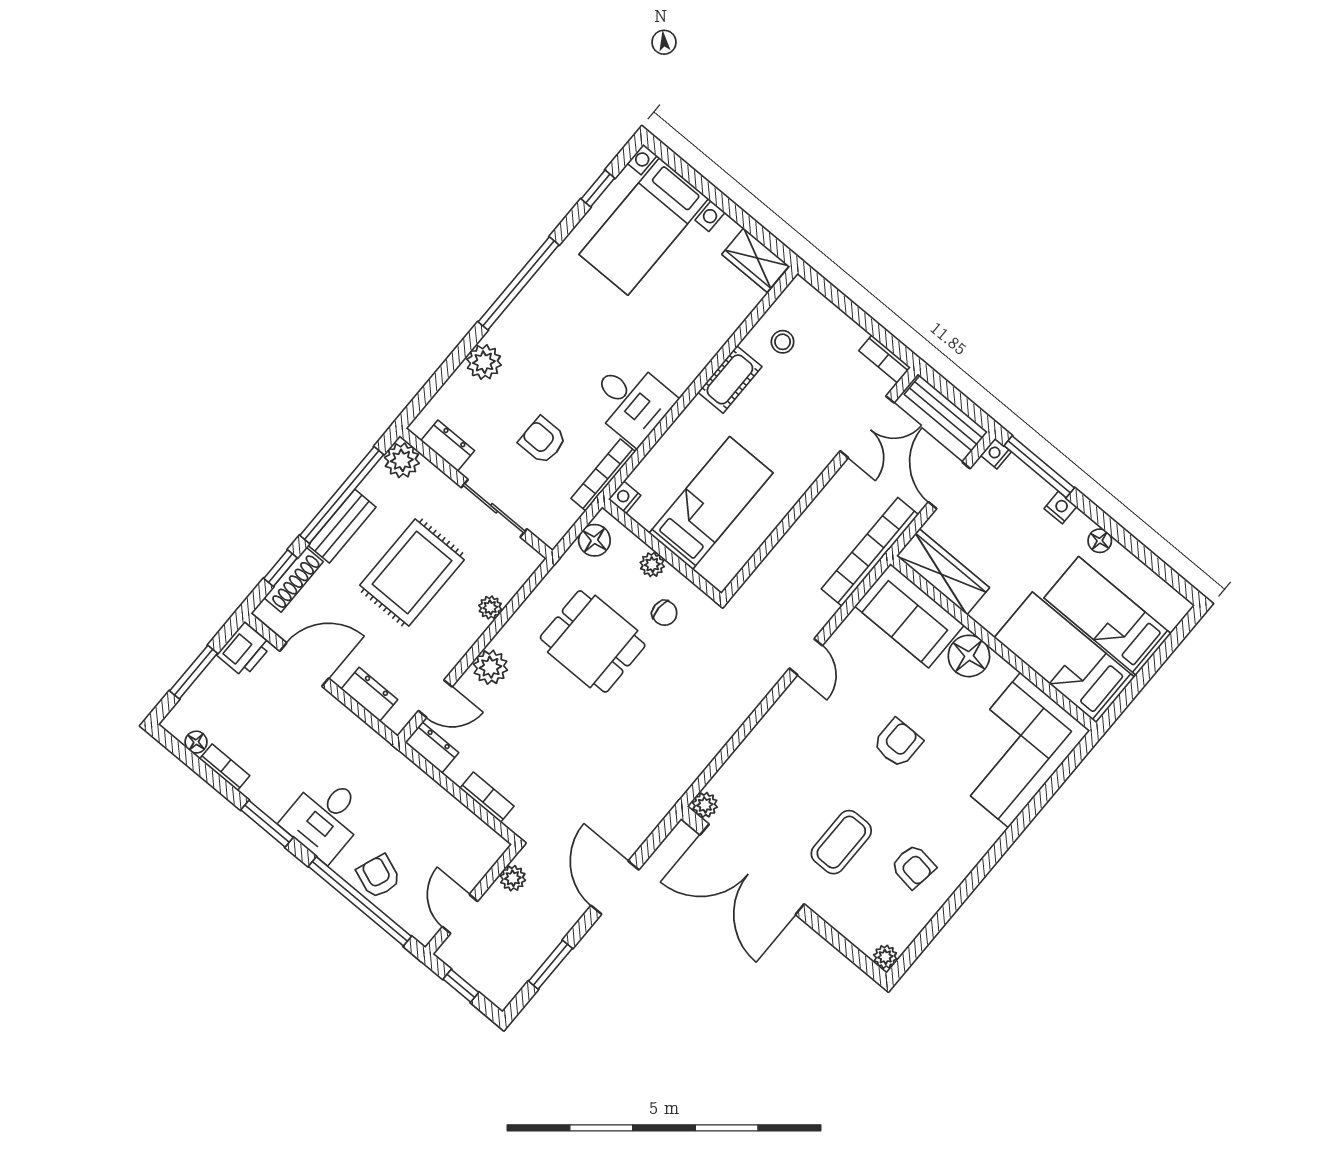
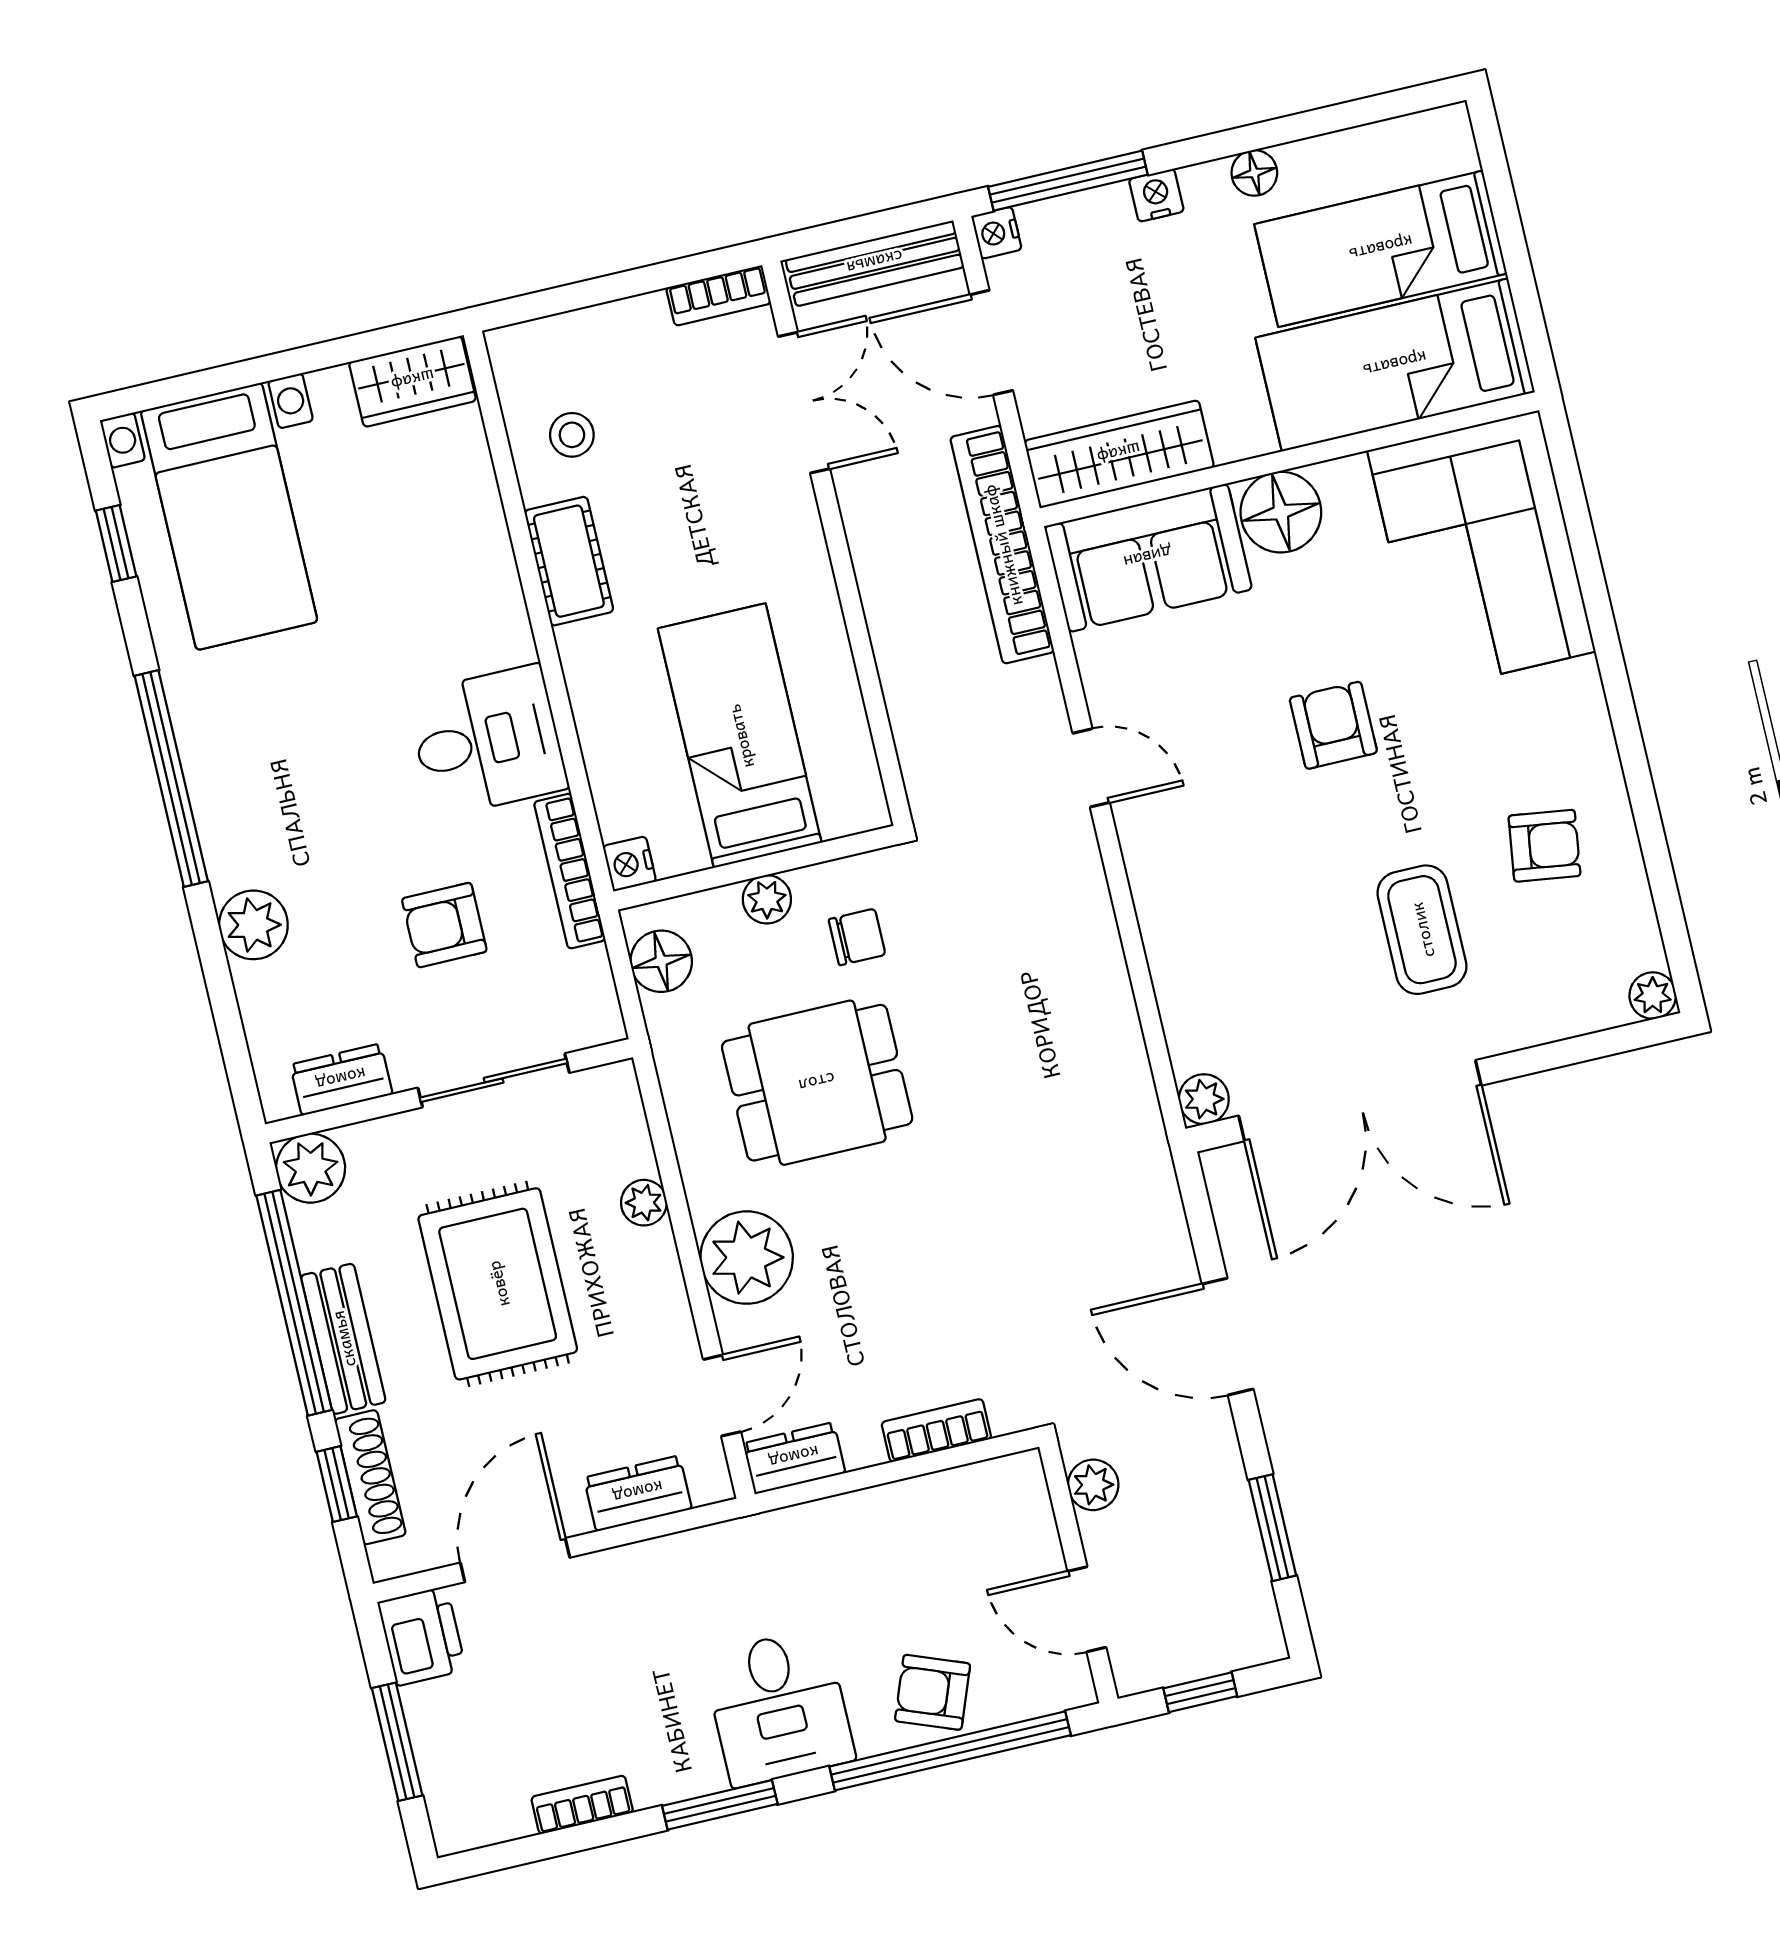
plant: (490, 667) -> (747, 1258), width x1.36, depth x1.36
floor lamp: (196, 742) -> (509, 1820), removed

